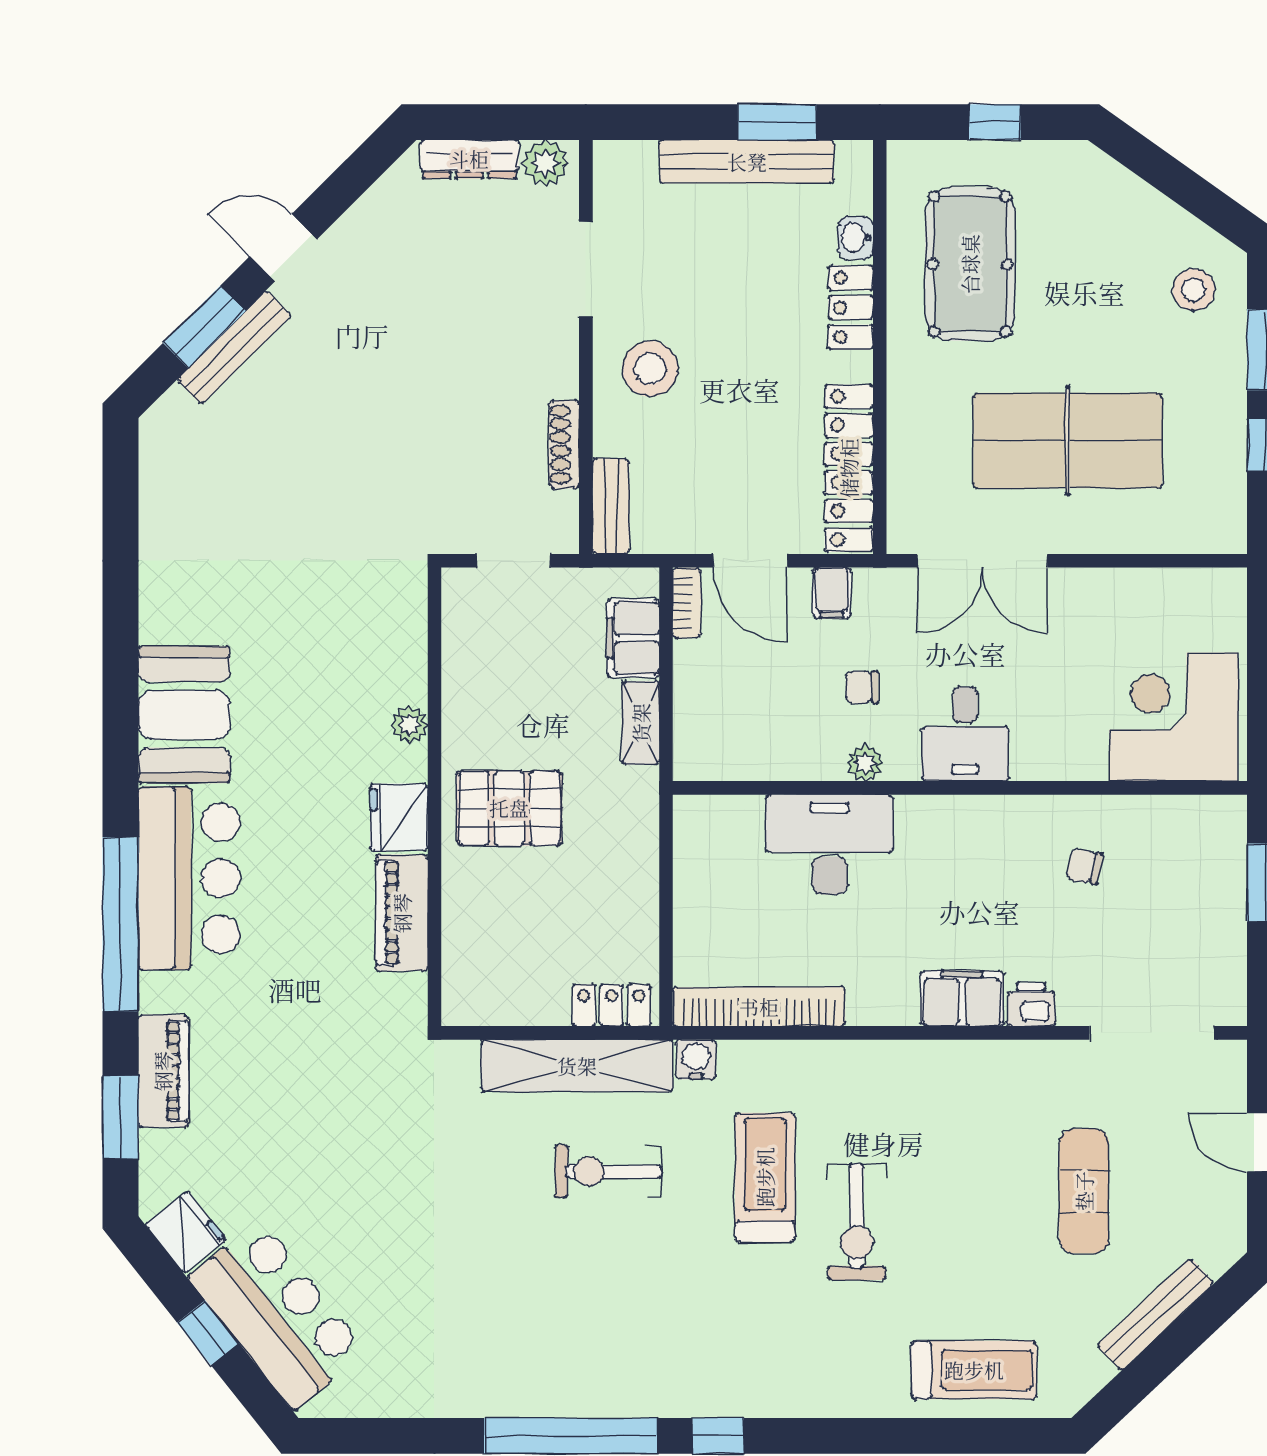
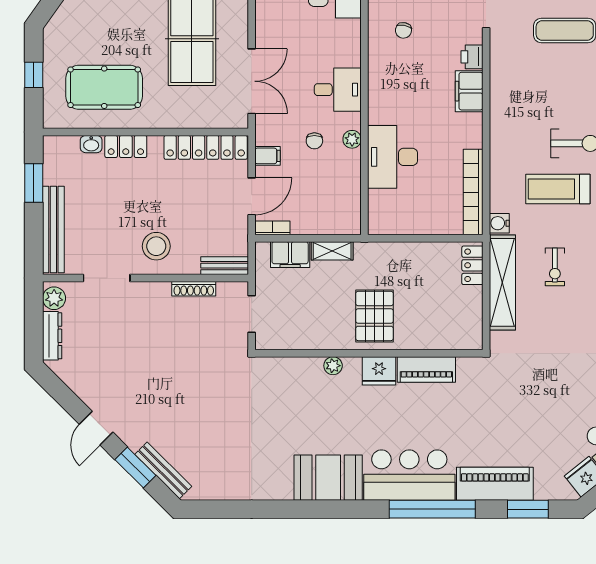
bench: (747, 162) -> (53, 229), moved
bench: (234, 347) -> (163, 470), moved
piano: (163, 1071) -> (495, 484), width x1.37, depth x1.33
exercise bike: (608, 1171) -> (555, 267), width x0.73, depth x0.72

